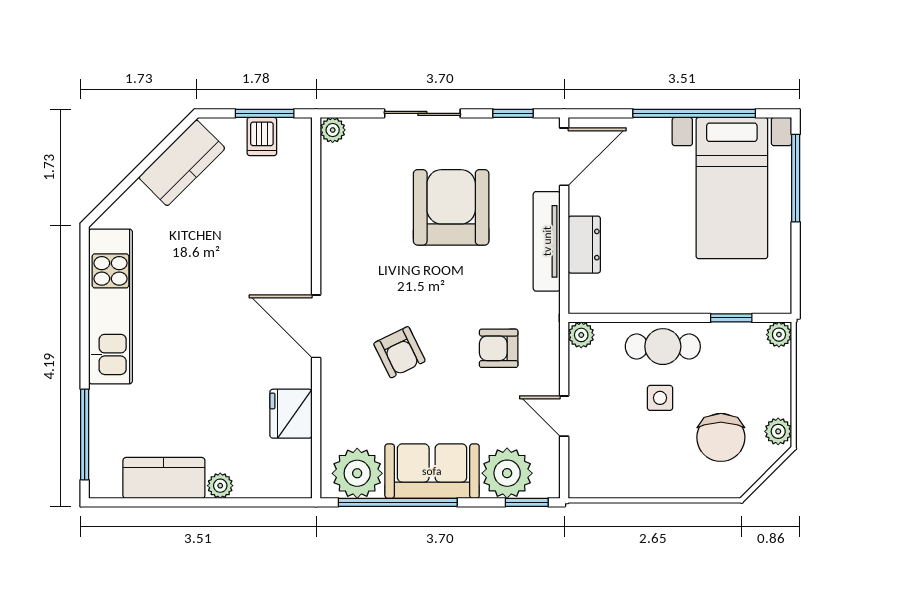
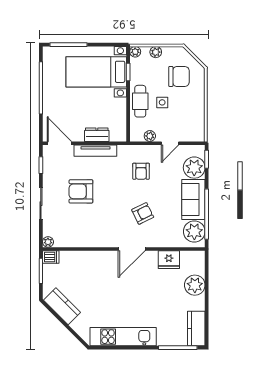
dishwasher: (262, 137) -> (51, 257), moved
bed with nightstands: (732, 188) -> (96, 72), moved, turned 180
armchair: (451, 207) -> (81, 191), width x0.73, depth x0.73
plant: (581, 335) -> (150, 136), moved
plant: (778, 431) -> (156, 52), moved
kitchen counter: (164, 478) -> (196, 328), moved
plant: (220, 486) -> (195, 285), width x1.88, depth x1.88

